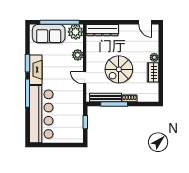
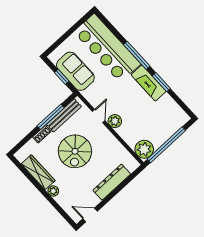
dresser: (102, 30) -> (112, 182), moved
sofa: (49, 34) -> (75, 71), moved, turned 90
plant: (78, 55) -> (115, 121), moved
spiral stairs: (119, 69) -> (75, 151), turned 180
wardrobe: (153, 72) -> (38, 172), width x1.50
door: (85, 78) -> (99, 116), hinge flipped

